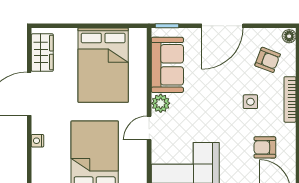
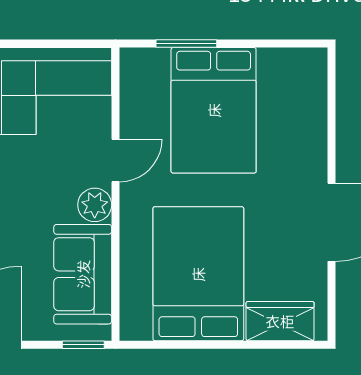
wardrobe: (42, 53) -> (280, 321), moved, turned 90
nightstand: (37, 141) -> (317, 138), removed

